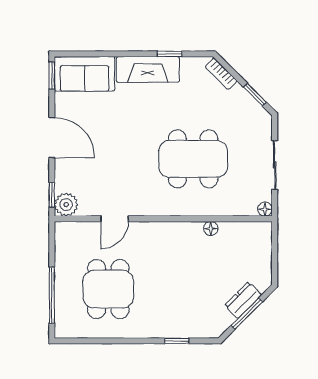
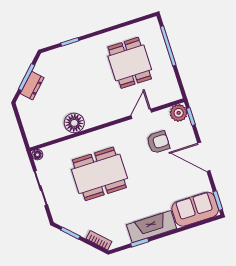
armchair: (104, 175) -> (158, 142), added
floor lamp: (211, 228) -> (74, 123), width x1.89, depth x1.89

